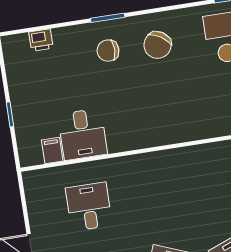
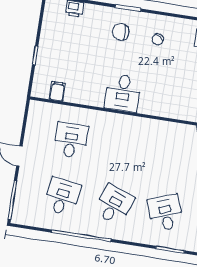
chair: (158, 45) -> (158, 39), width x0.54, depth x0.54
desk: (83, 134) -> (123, 93), moved

